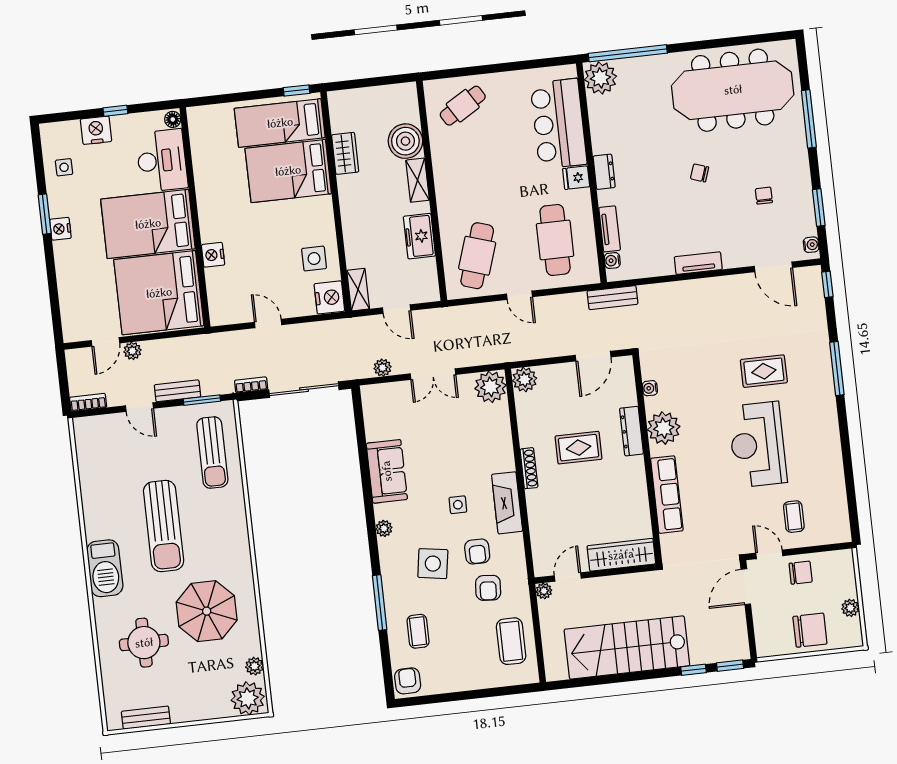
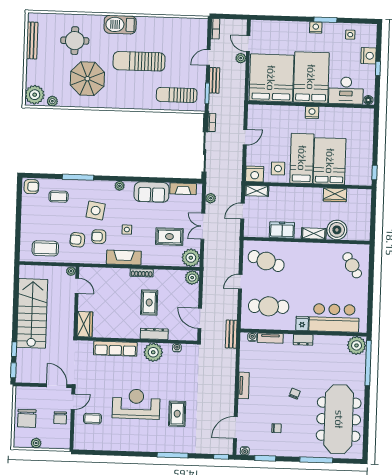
bed: (280, 123) -> (302, 158), moved
nightstand: (213, 255) -> (312, 112), moved
fireplace: (373, 418) -> (183, 189), added
rug: (459, 429) -> (169, 237), added
wardrobe: (621, 555) -> (85, 324), width x0.67
bench: (146, 718) -> (32, 40), width x1.36

